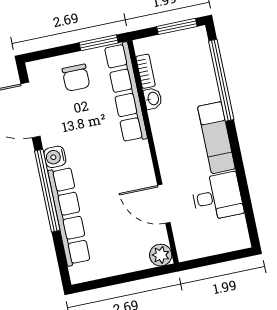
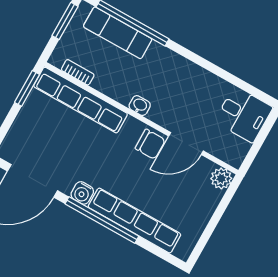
chair: (76, 78) -> (150, 144), moved
washbasin: (153, 99) -> (140, 106), moved
exam couch: (216, 138) -> (118, 33), moved
desk: (217, 197) -> (244, 114), moved, turned 90

